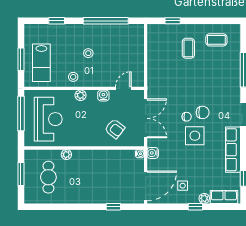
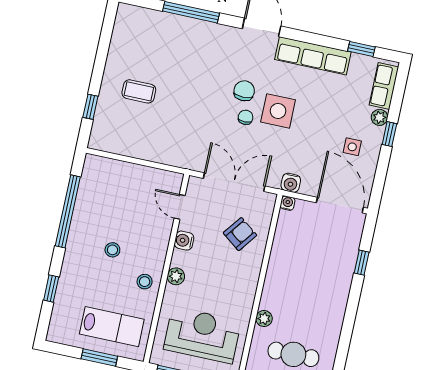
coffee table: (216, 40) -> (135, 45), removed

